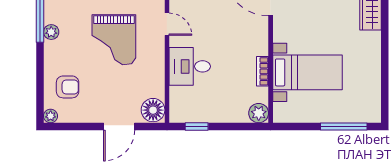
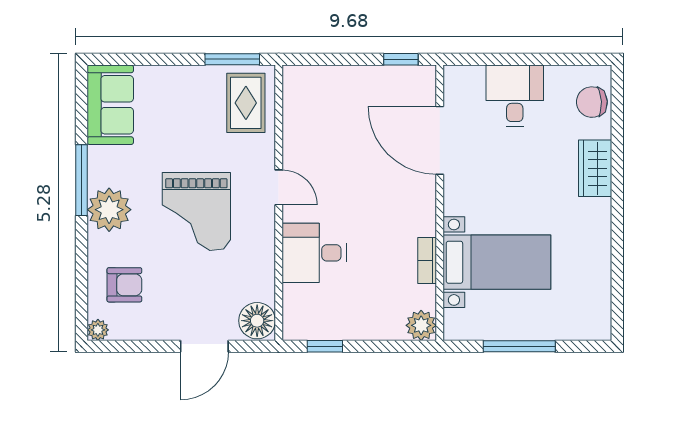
plant: (51, 32) -> (109, 210), width x1.87, depth x1.87
window: (344, 127) -> (519, 346), moved

